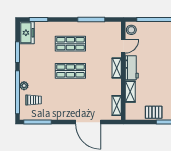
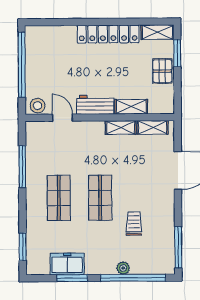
freezer: (27, 33) -> (67, 264), moved
shelving: (117, 68) -> (121, 128), moved
trolley: (34, 100) -> (134, 224), moved

